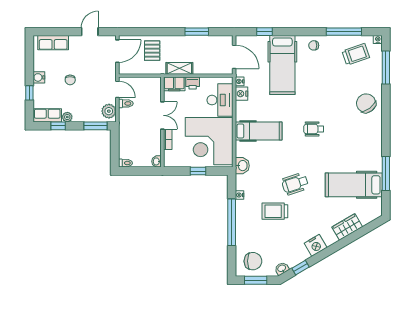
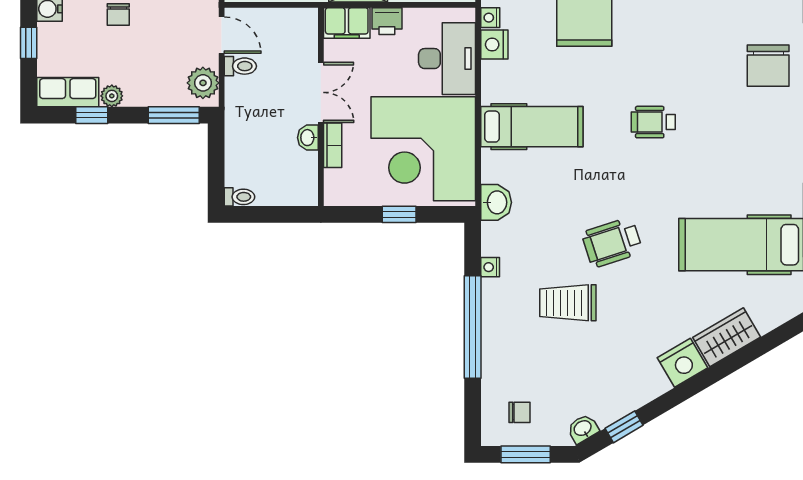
chair: (366, 103) -> (768, 66), turned -142
washbasin: (157, 161) -> (308, 138), moved
nightstand: (316, 245) -> (683, 363), moved
chair: (253, 261) -> (520, 412), width x0.54, depth x0.54

